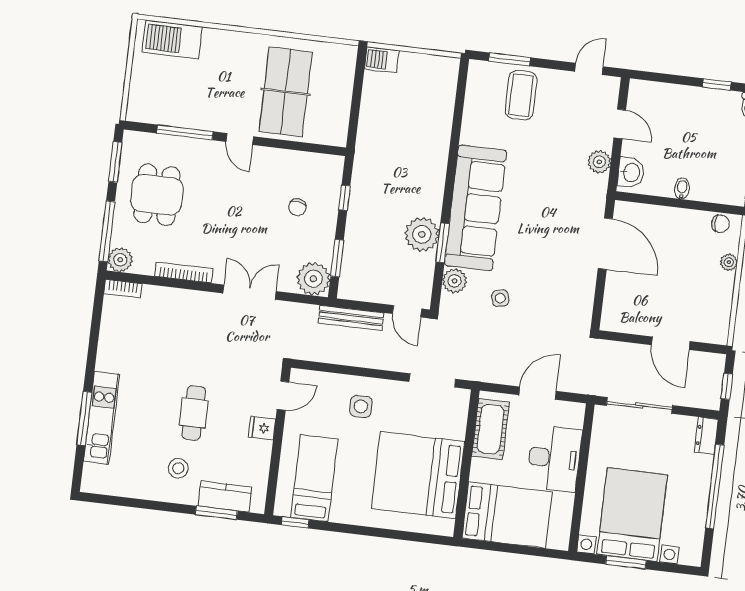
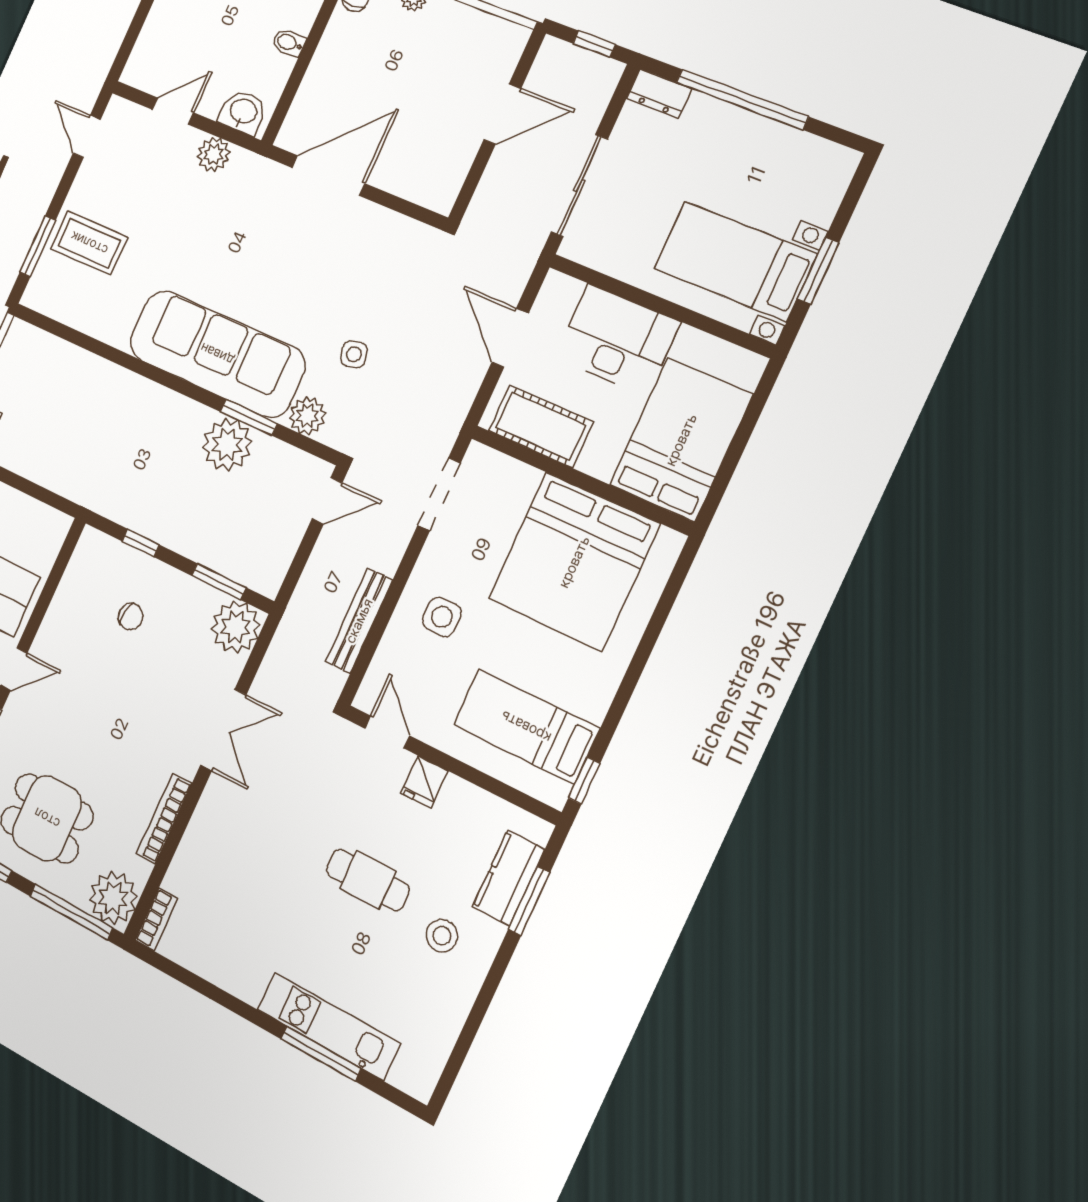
plant: (120, 260) -> (113, 898), width x1.36, depth x1.36
double door: (250, 292) -> (223, 730), swing flipped
bench: (351, 318) -> (359, 621), moved
bed with nightstands: (632, 515) -> (735, 261), width x0.73

